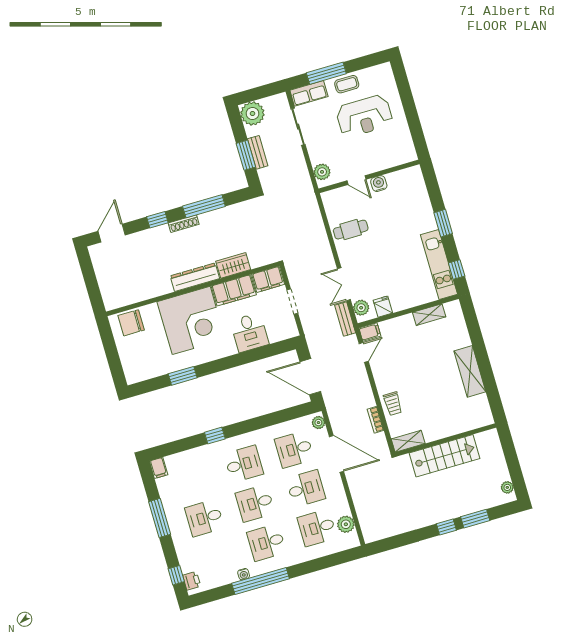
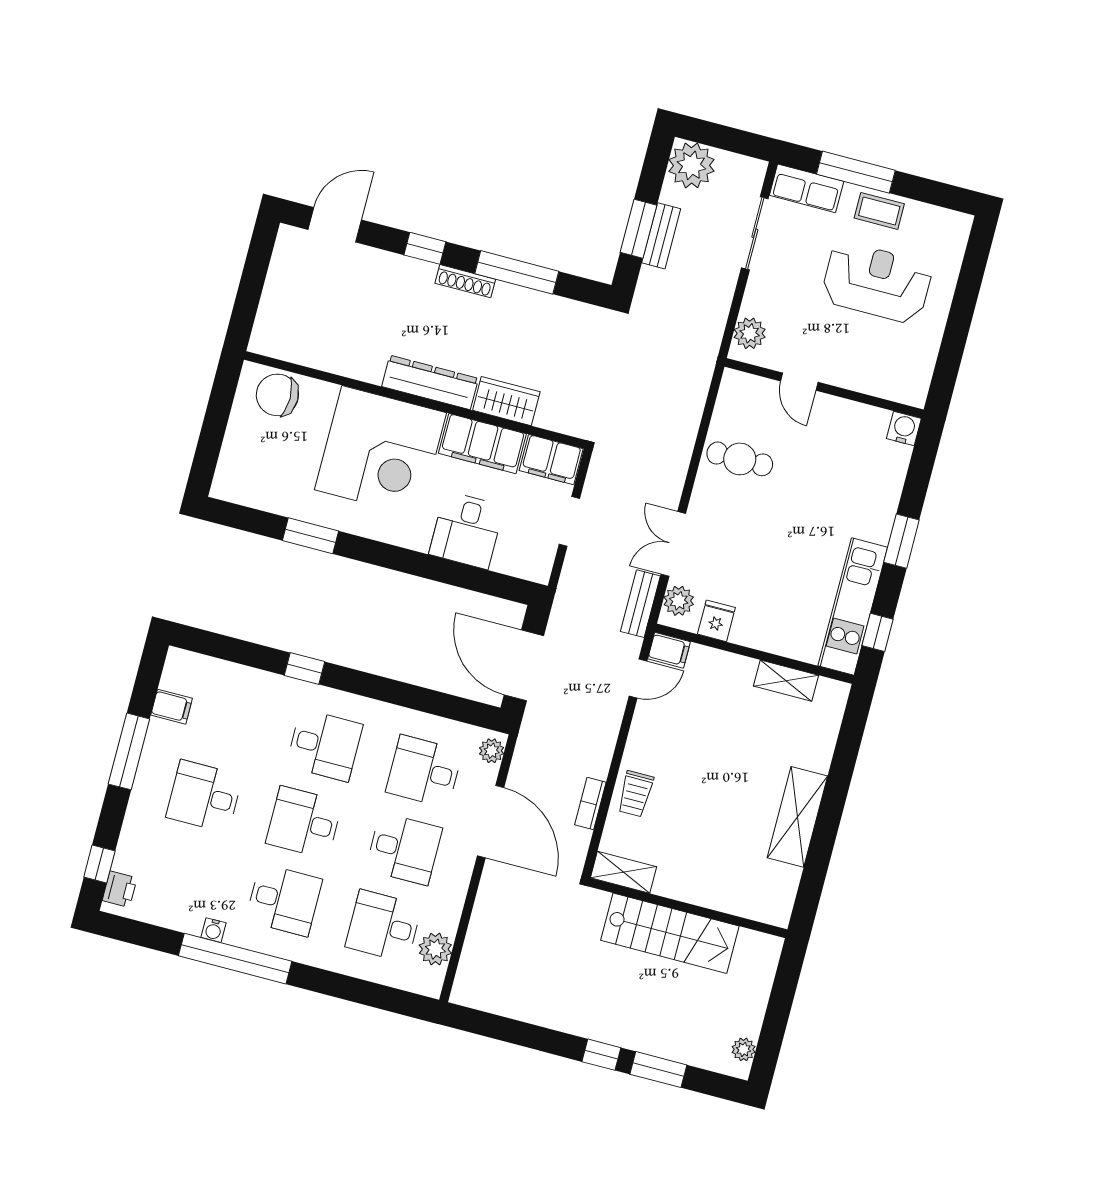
reception desk: (364, 116) -> (877, 282), turned 180
water cooler: (379, 184) -> (904, 429), moved
filing cabinet: (159, 468) -> (172, 707), moved, turned -90
desk: (266, 542) -> (284, 900), turned 180

